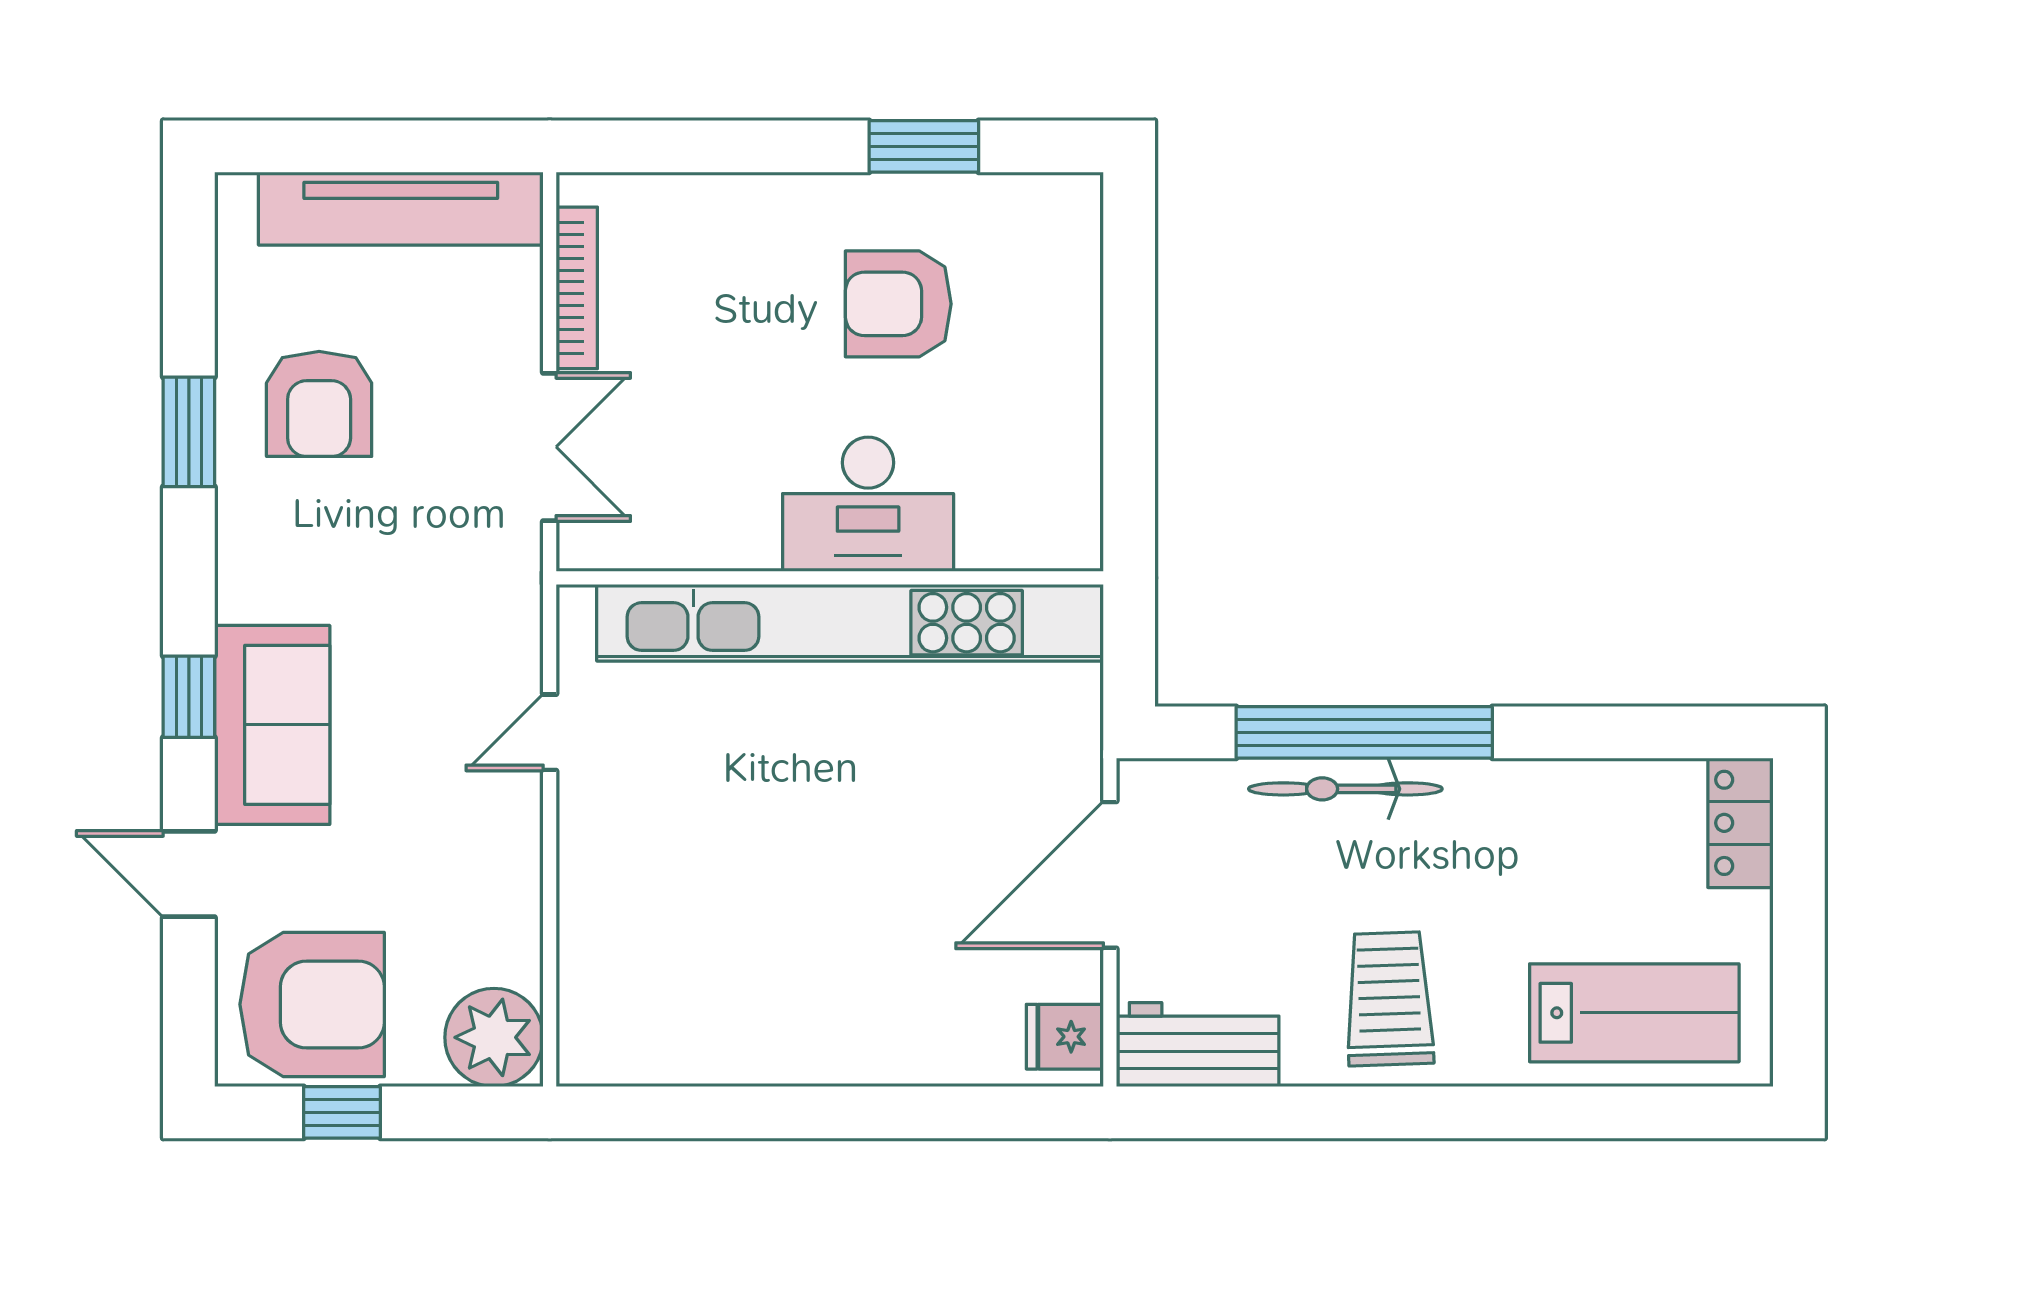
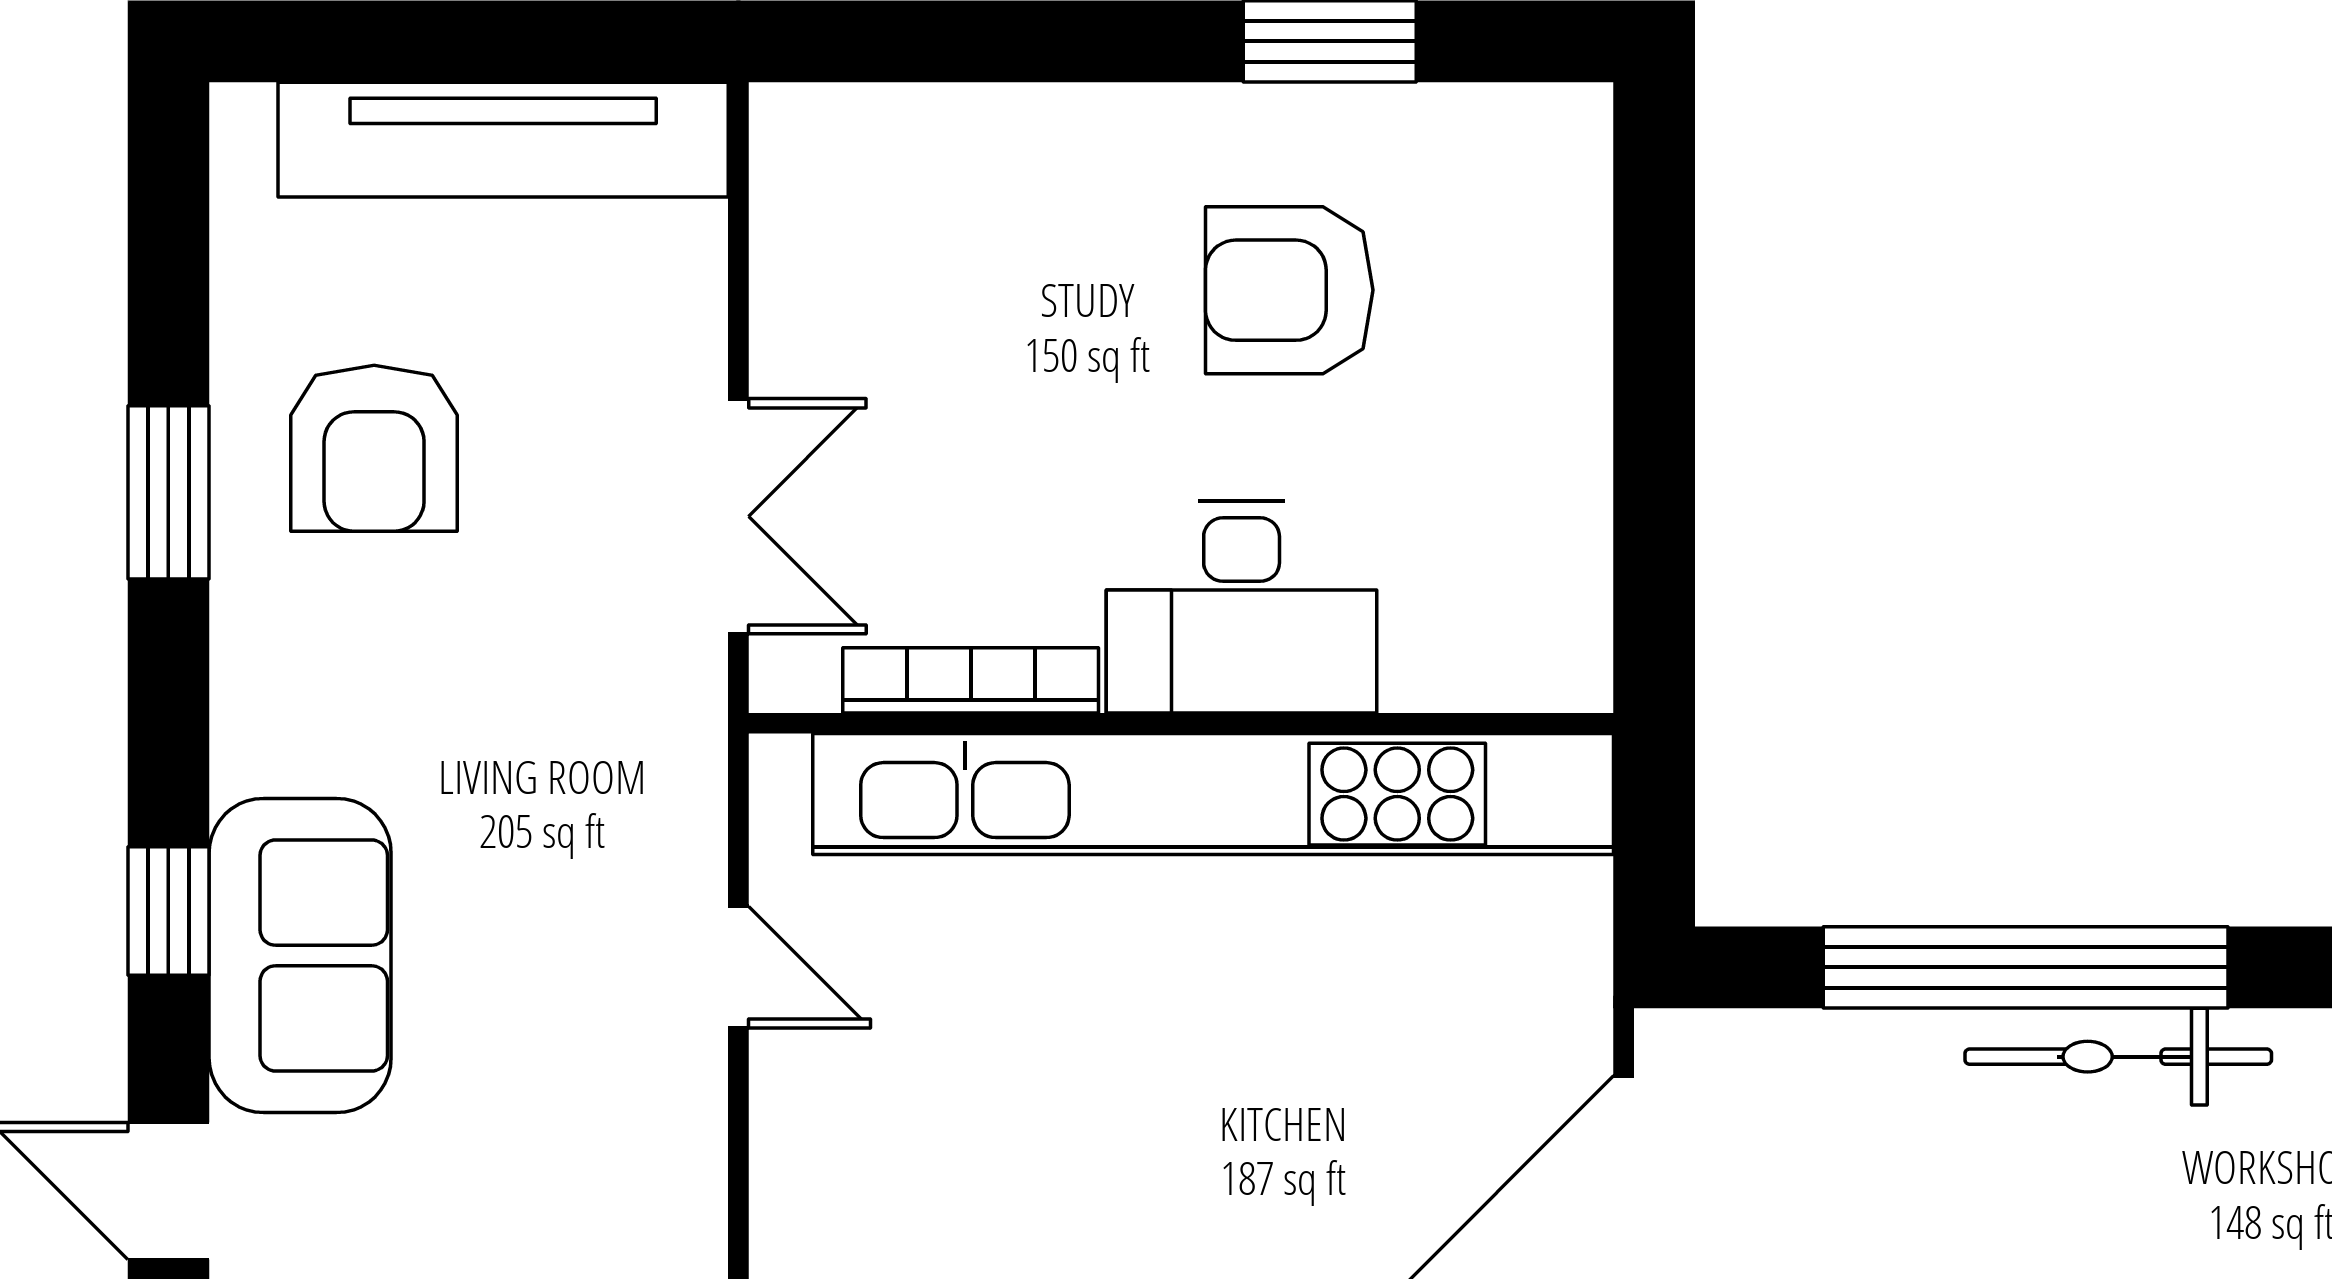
bookcase: (577, 288) -> (971, 680), moved, turned -90
door: (550, 732) -> (738, 967), swing flipped
bicycle: (1345, 789) -> (2118, 1057), moved

